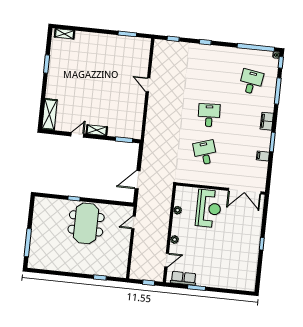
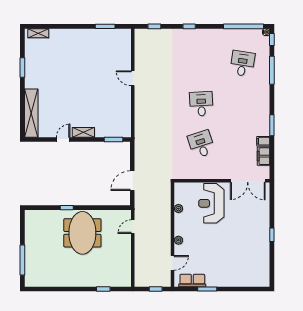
shelving: (49, 114) -> (31, 113), width x1.47
filing cabinet: (267, 121) -> (264, 156), moved
reception desk: (209, 208) -> (211, 203), turned 180

